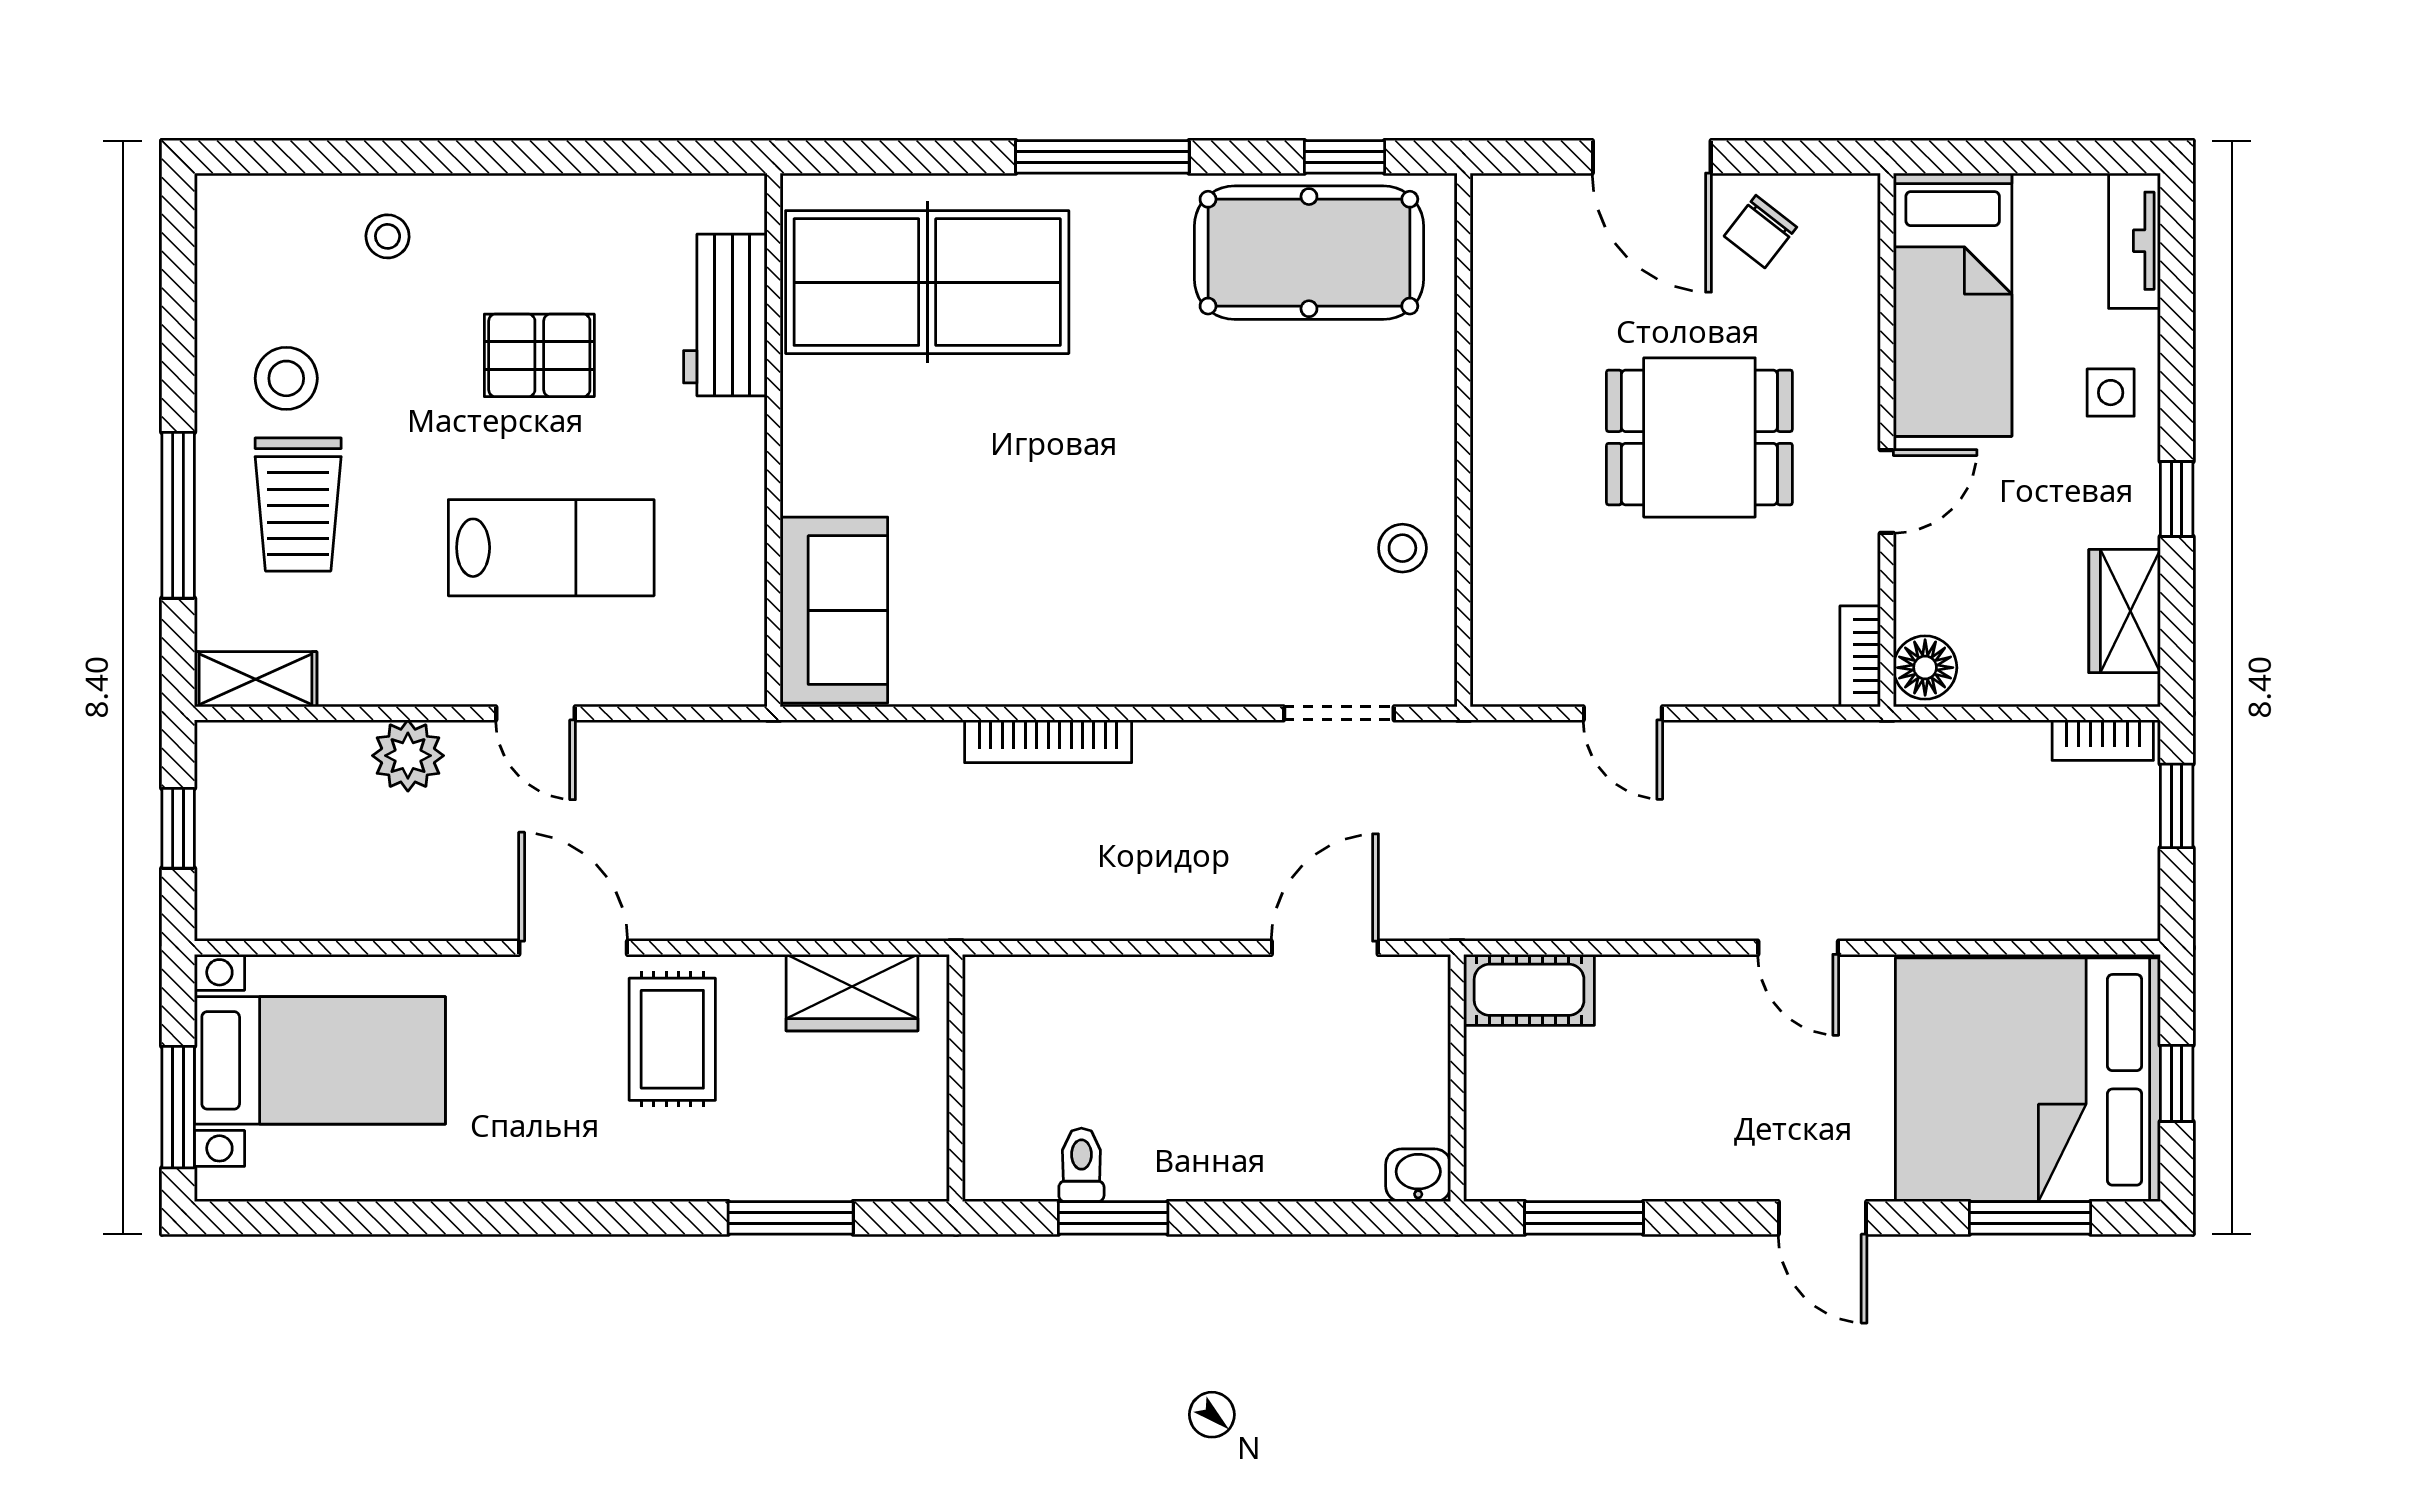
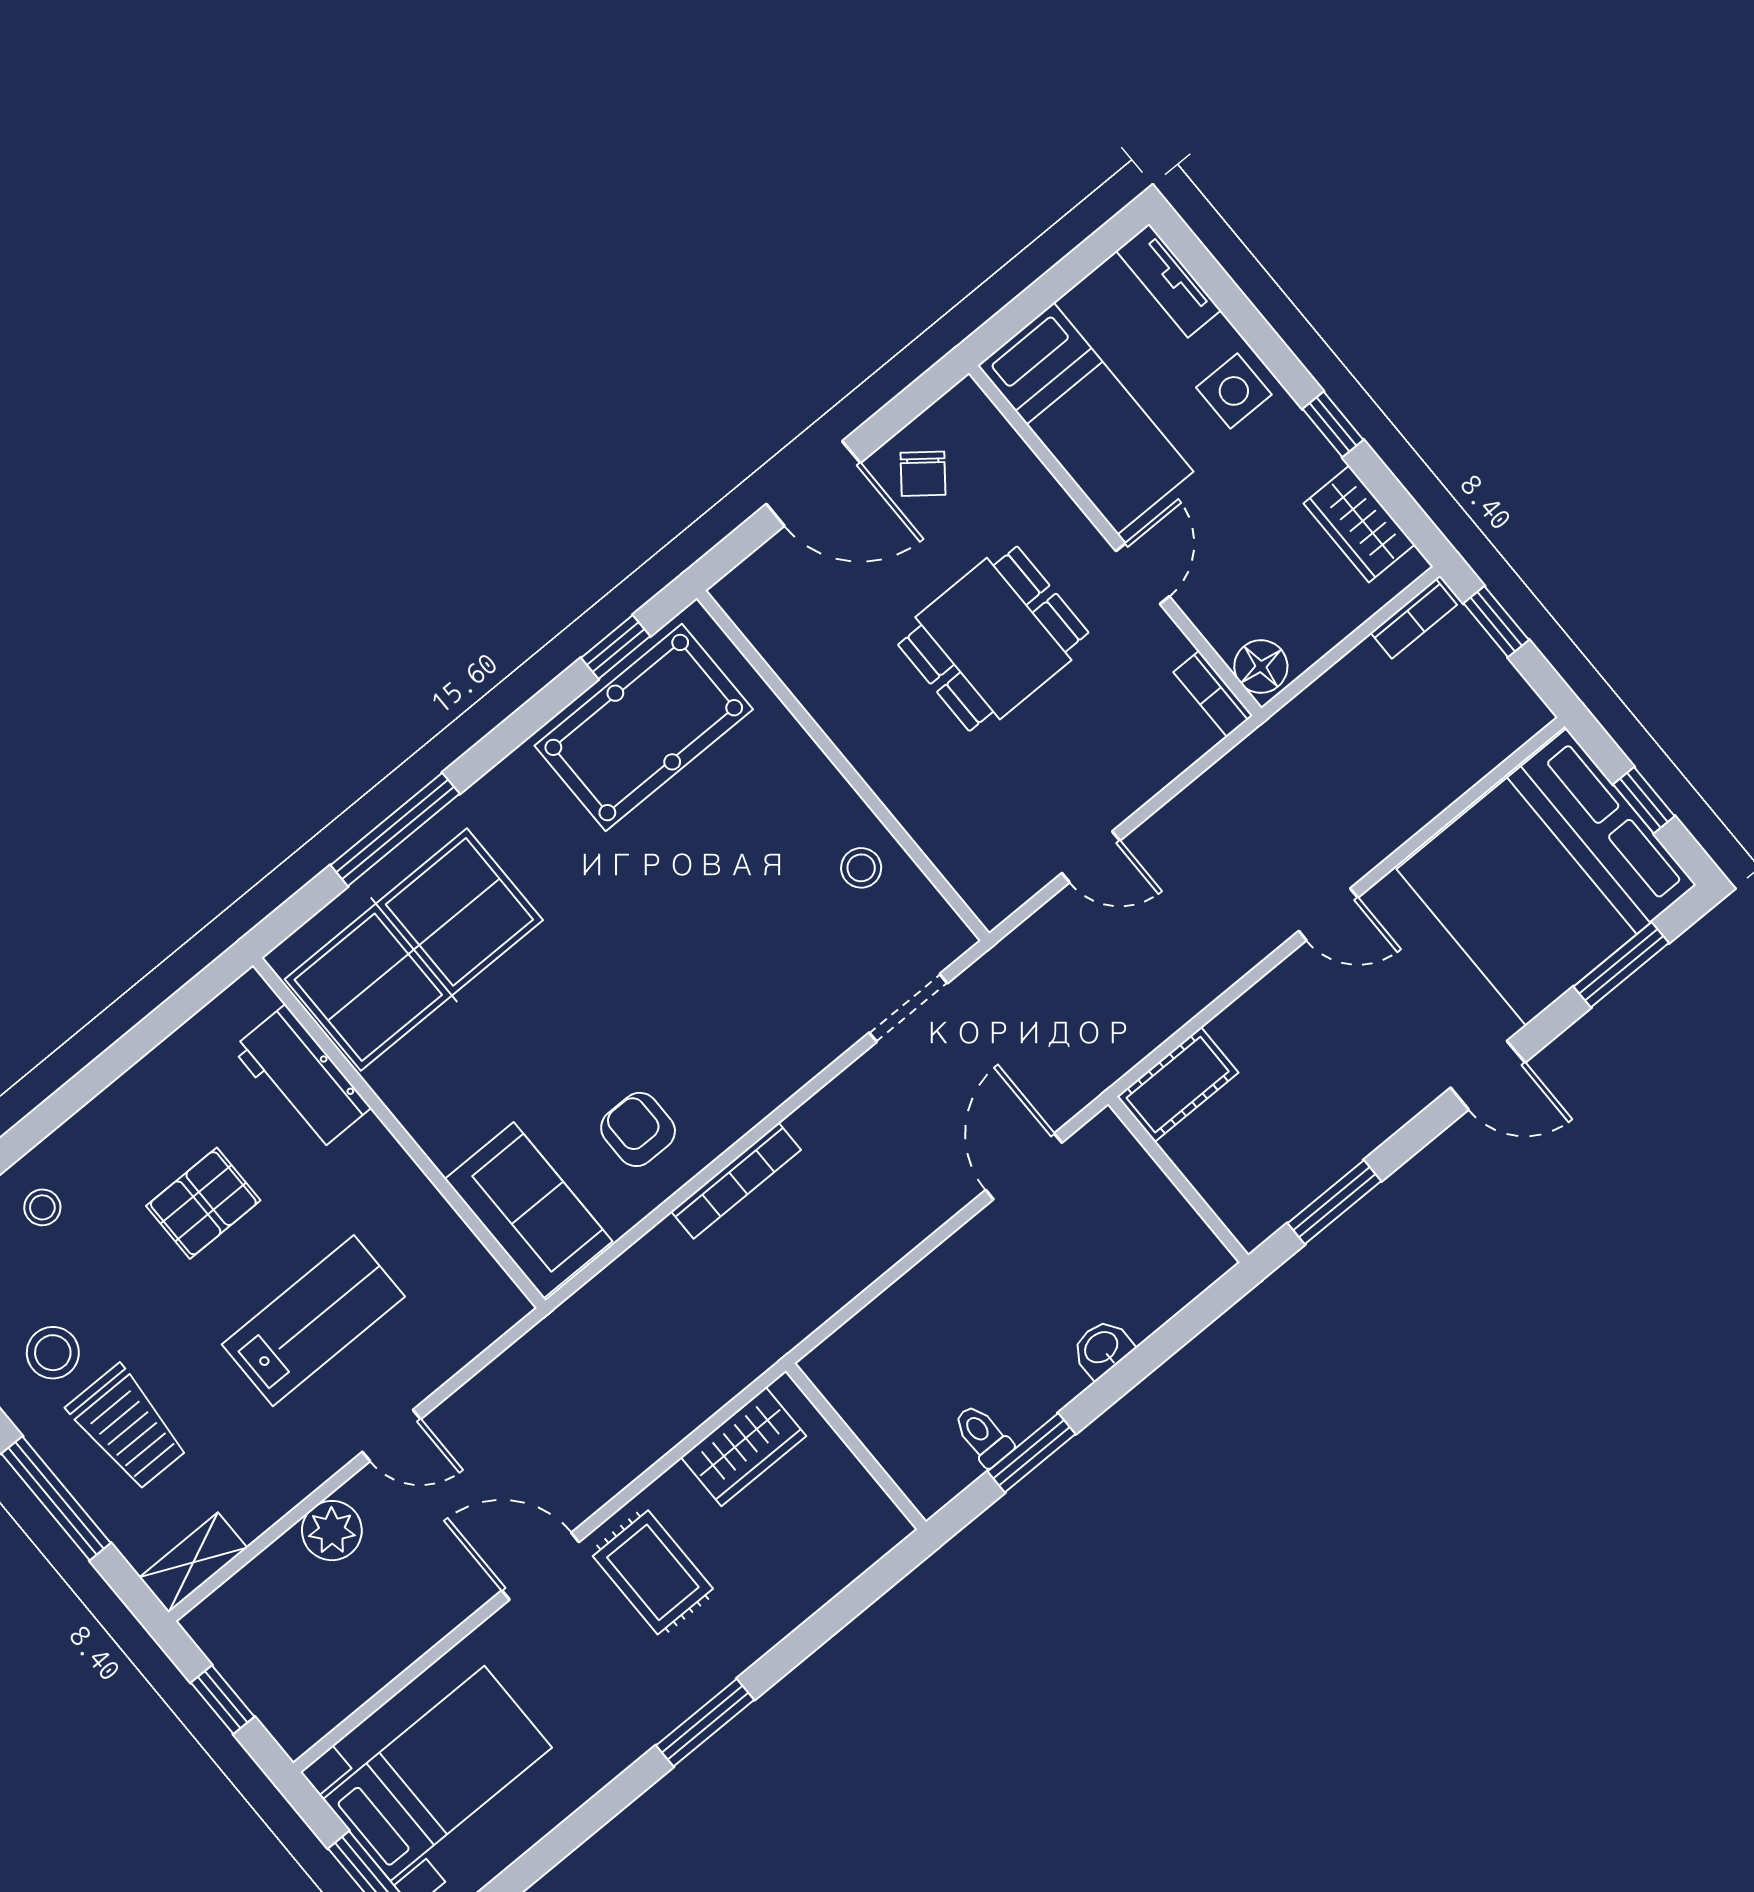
window: (1102, 157) -> (395, 829), moved
side table: (2111, 393) -> (1234, 391), width x1.37, depth x1.37
armchair: (997, 619) -> (638, 1129), added
washbasin: (1418, 1175) -> (1102, 1348), moved
window: (791, 1218) -> (705, 1723), moved

